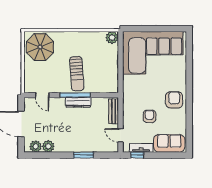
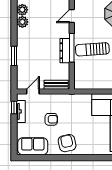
armchair: (174, 100) -> (67, 143), turned -103
sofa: (169, 143) -> (33, 146), moved, turned -90

